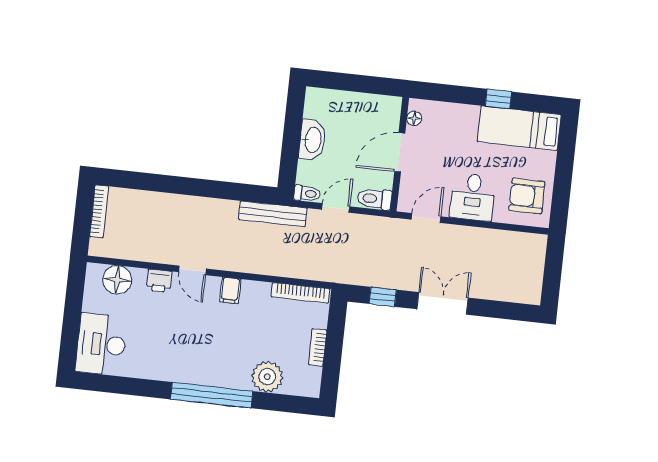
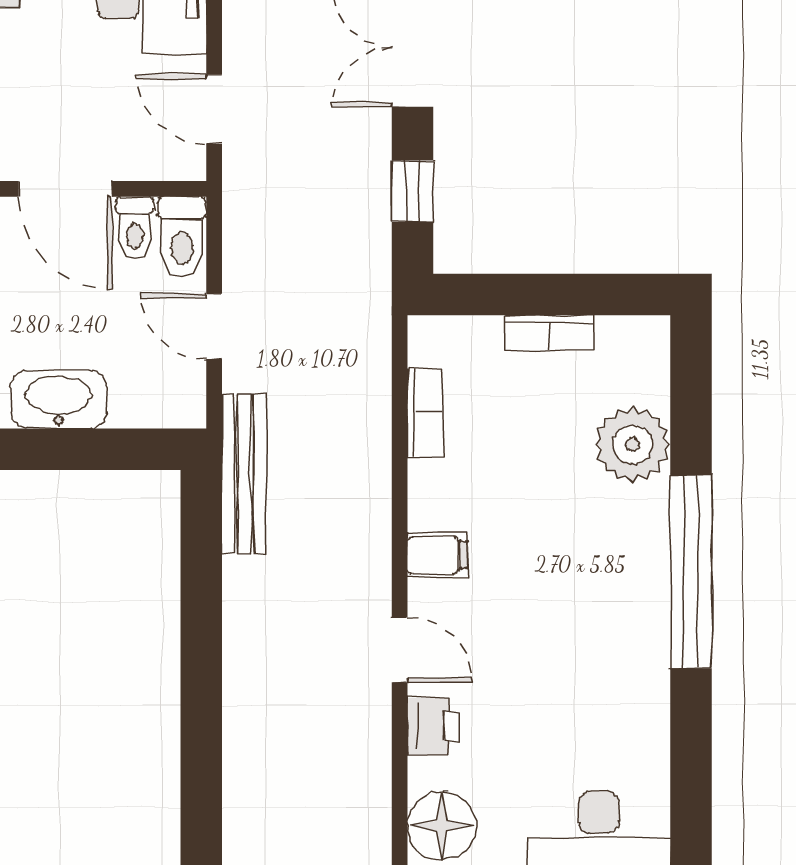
toilet: (307, 194) -> (135, 227), moved, turned 180
door: (192, 270) -> (400, 650), hinge flipped
bookcase: (300, 293) -> (425, 412), width x0.64

